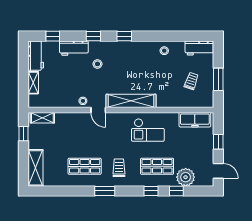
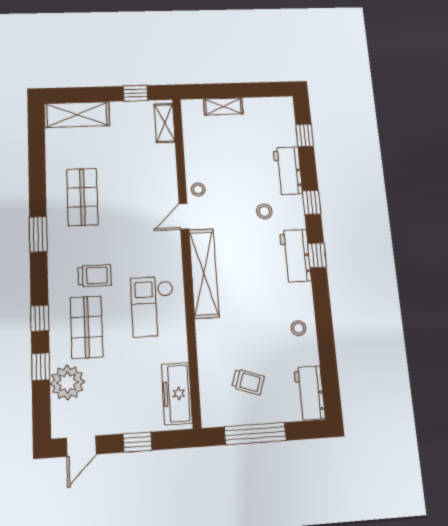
workbench: (36, 56) -> (295, 256), moved, turned 90
window: (218, 79) -> (255, 434), width x1.44
trolley: (119, 168) -> (95, 276), moved

